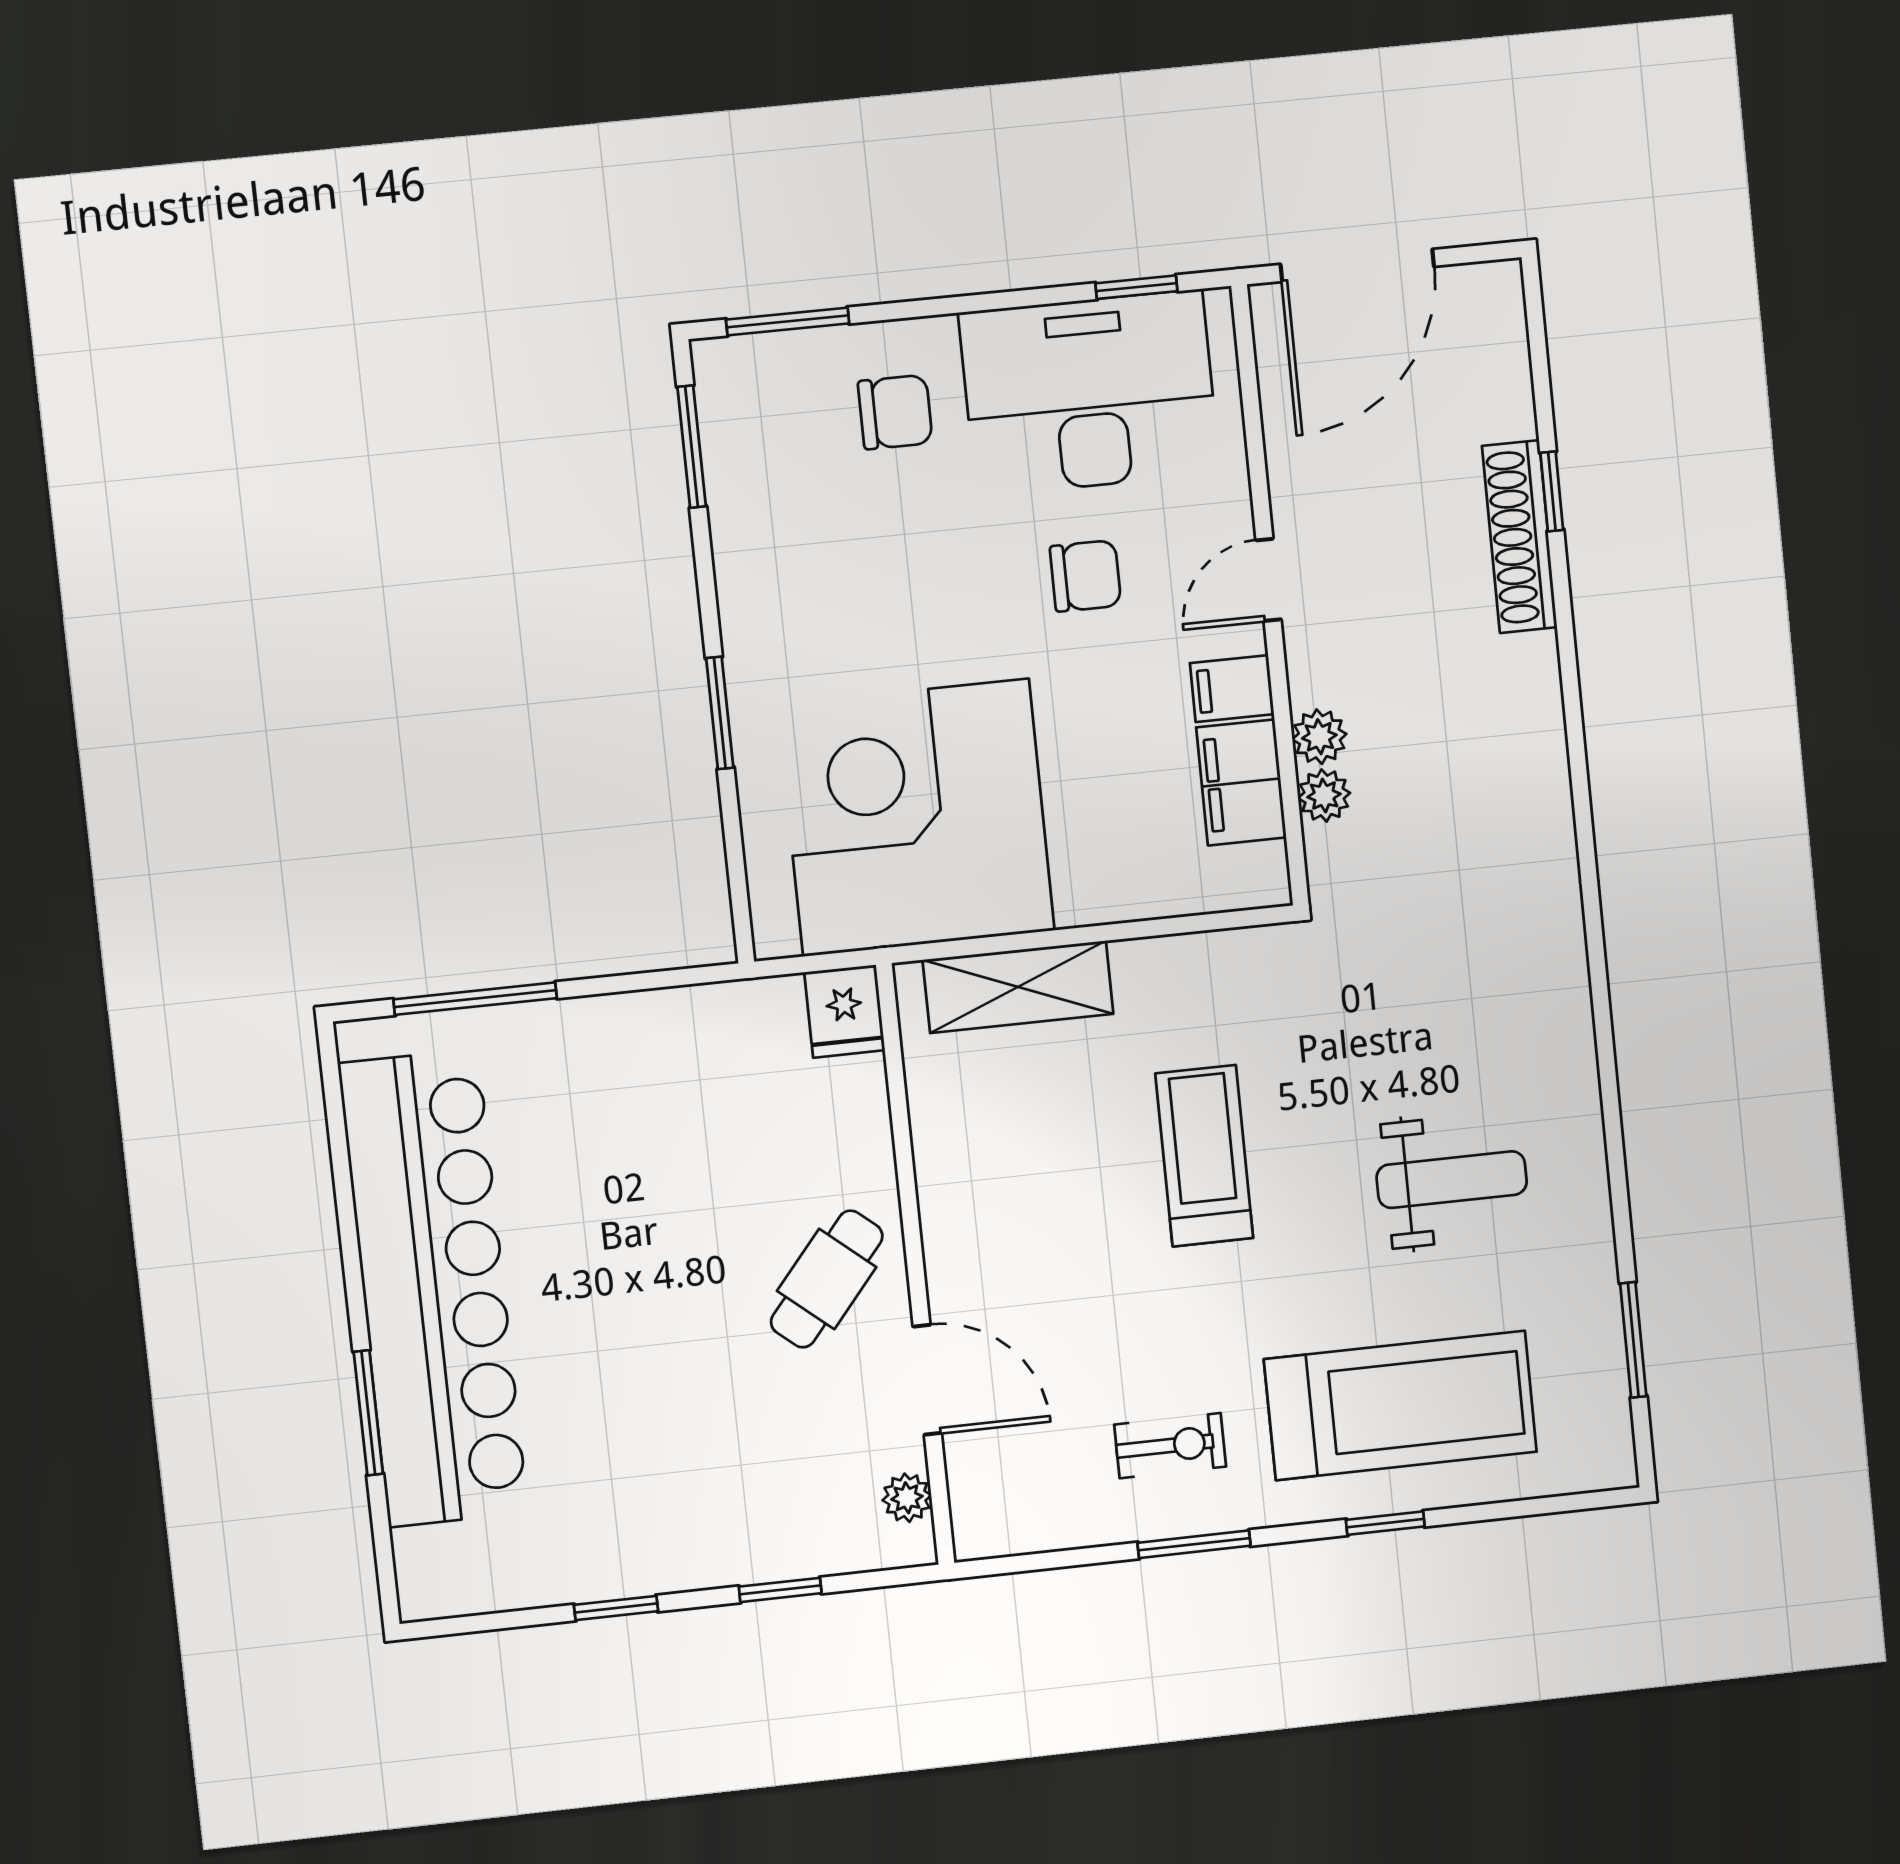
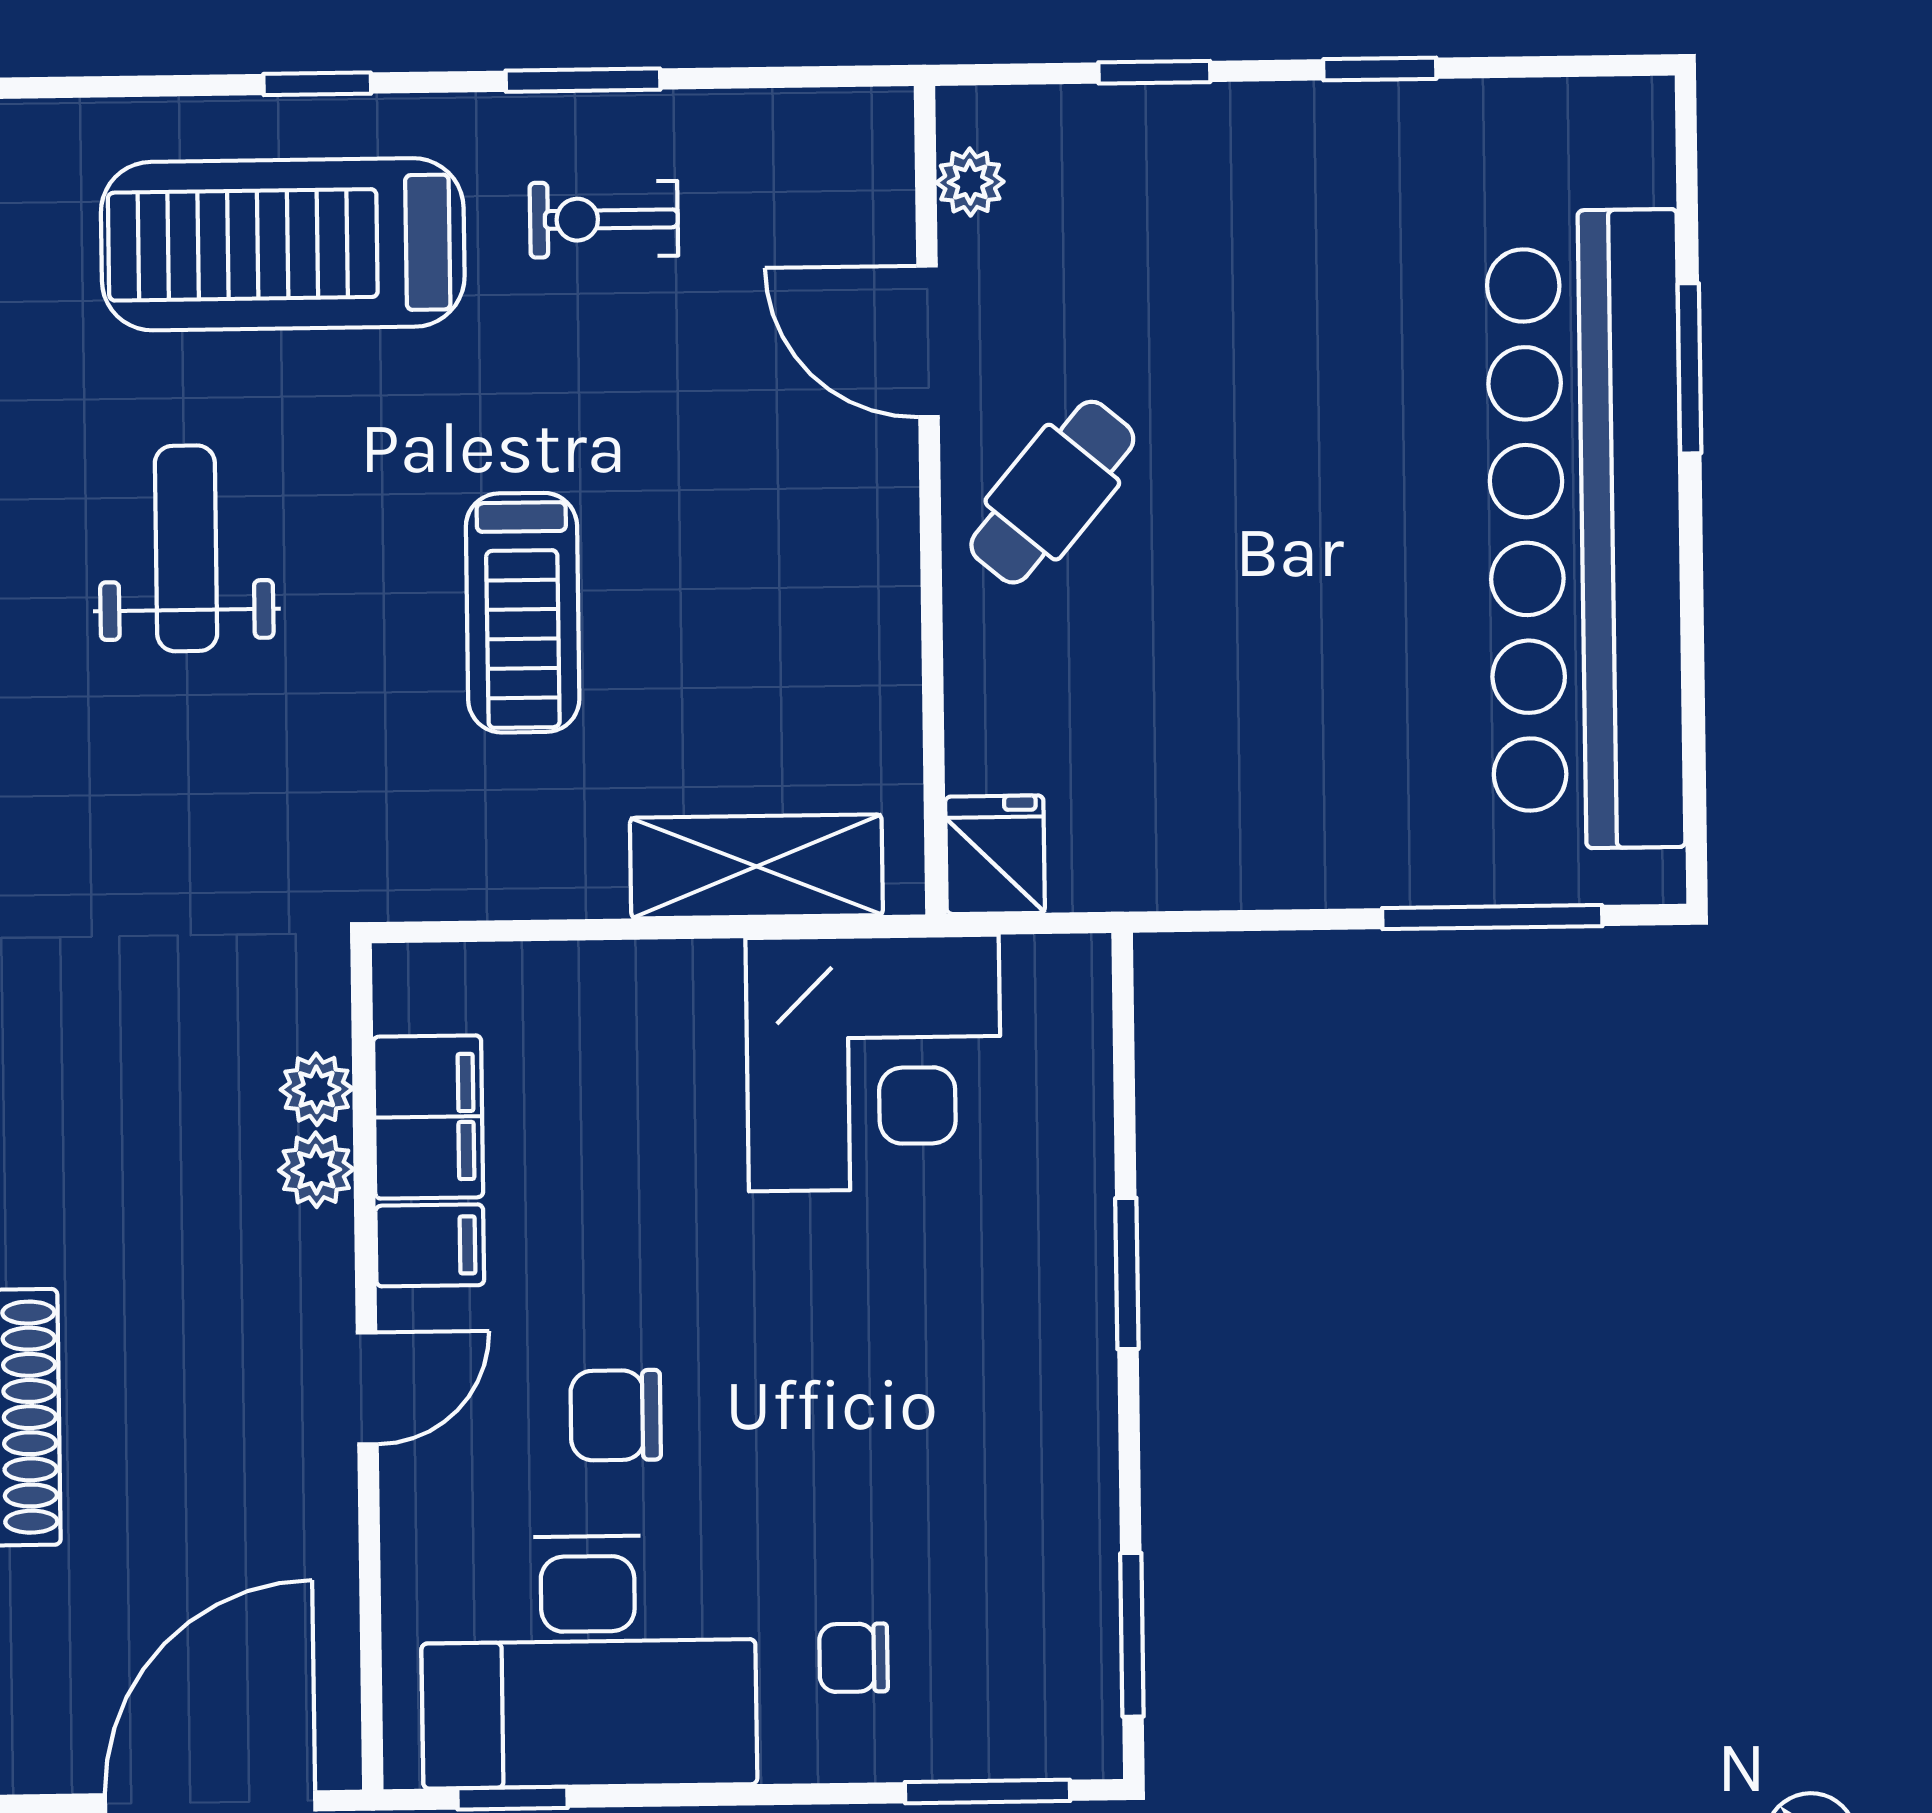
chair: (895, 412) -> (853, 1658), width x0.73, depth x0.73
corner desk: (916, 818) -> (874, 1063), width x0.74, depth x0.74
weight bench: (1452, 1180) -> (186, 548), turned 90

